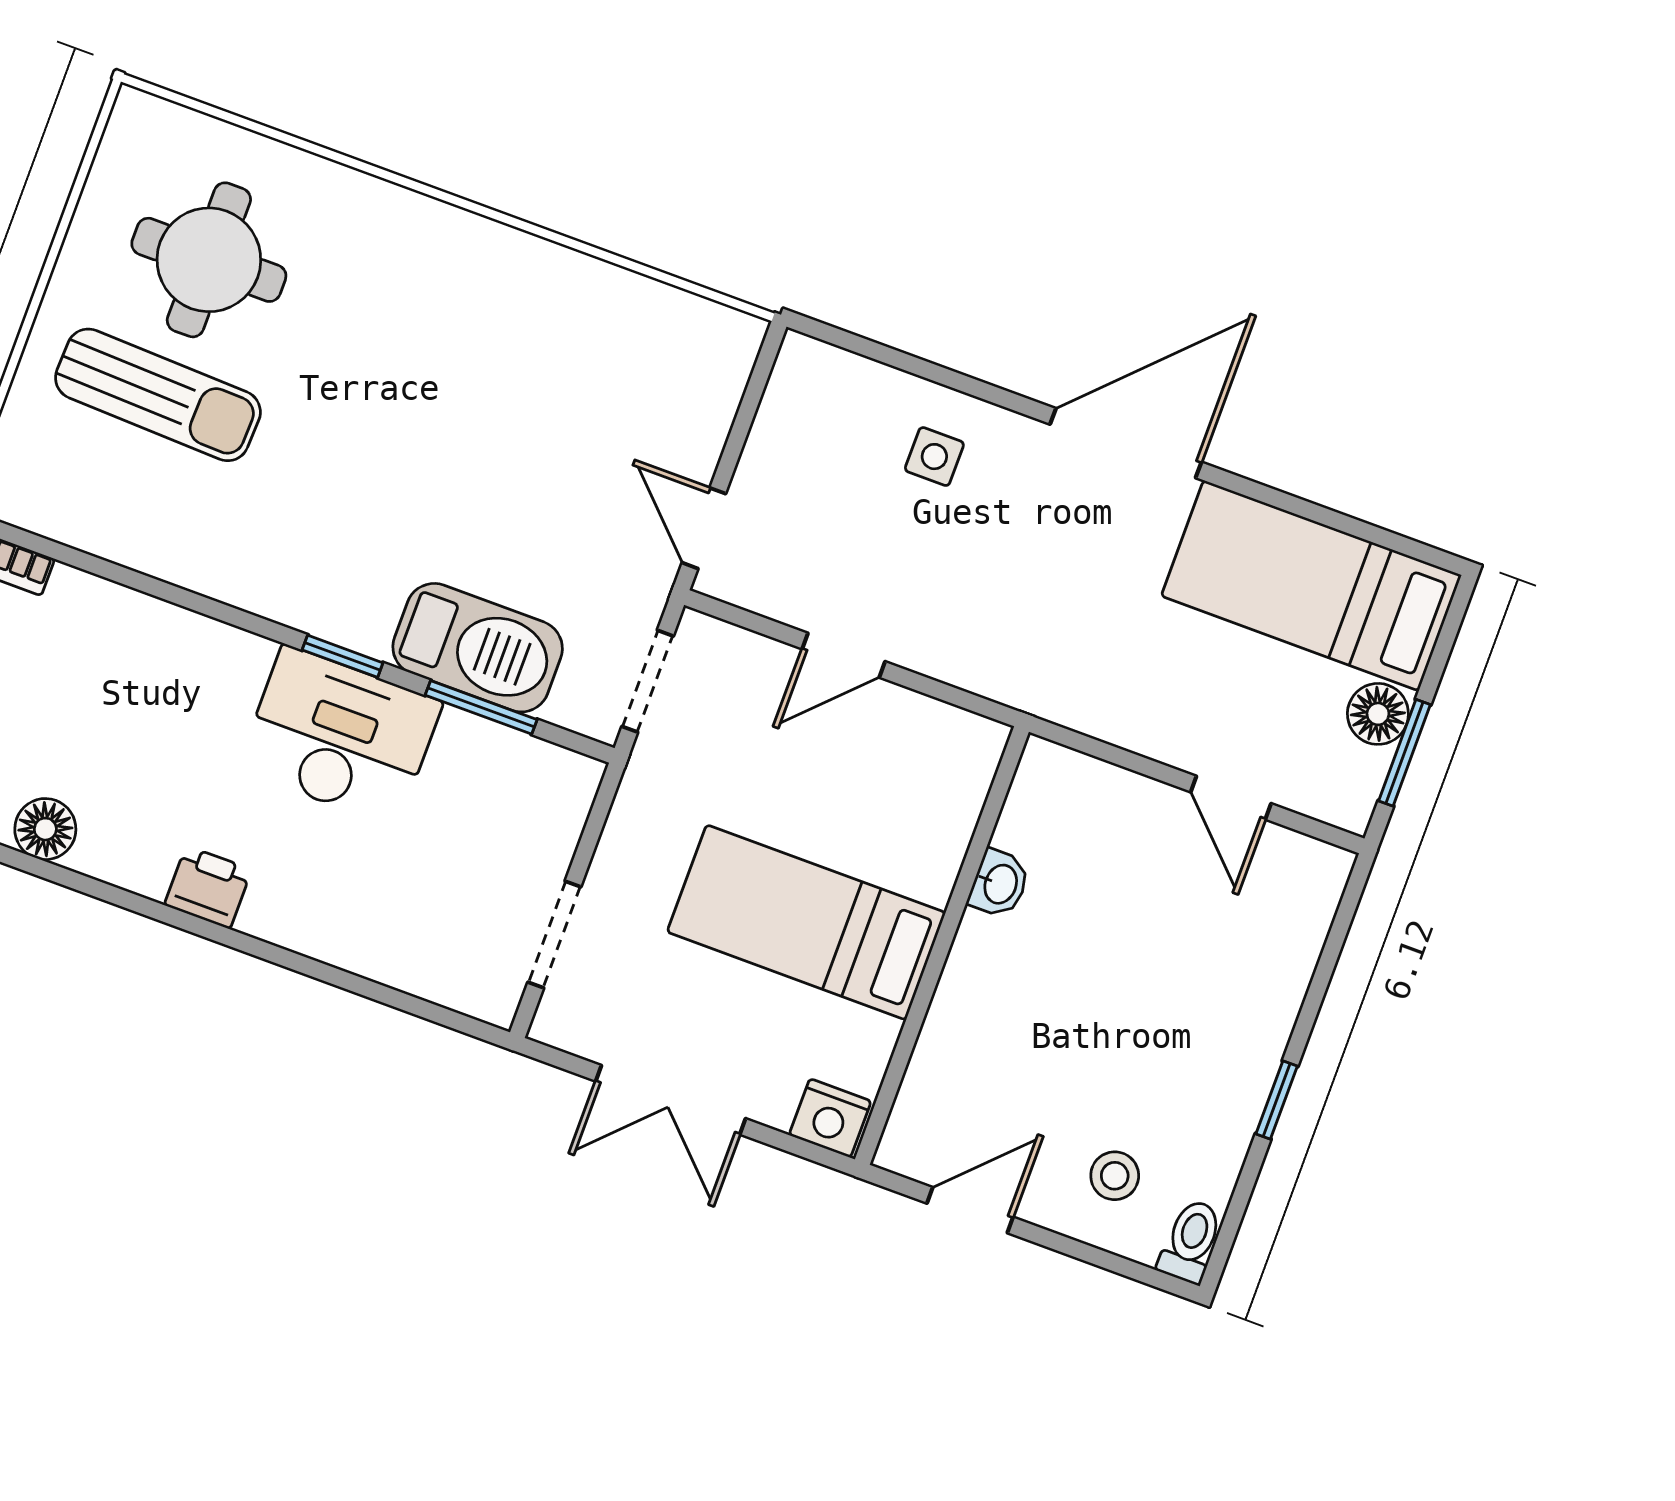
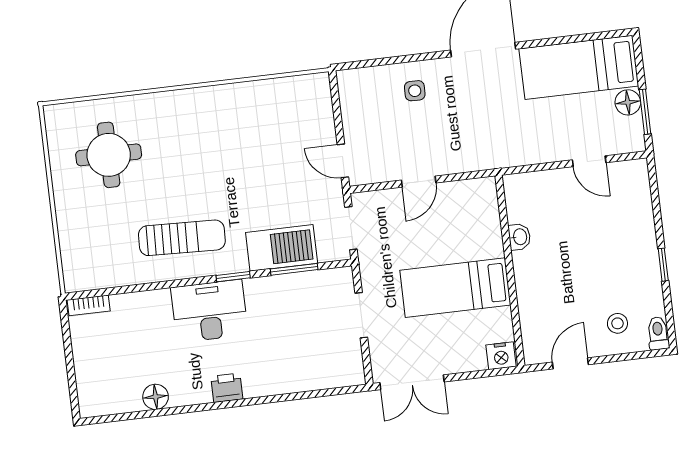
sun lounger: (158, 395) -> (182, 238), moved
desk: (340, 736) -> (209, 311), moved
doorway: (554, 934) -> (361, 315), moved
double door: (671, 1100) -> (412, 382), moved

